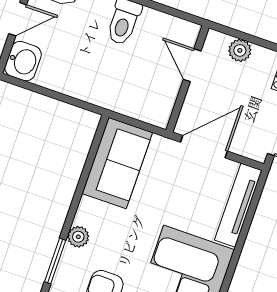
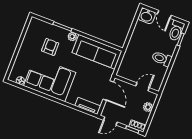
sofa: (117, 163) -> (97, 52), width x1.36
tv unit: (238, 205) -> (88, 106), width x0.71

